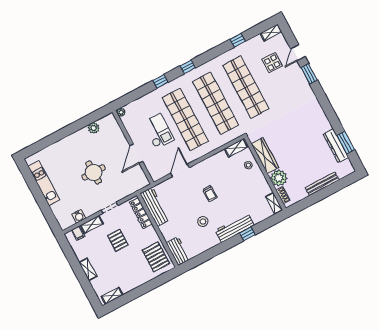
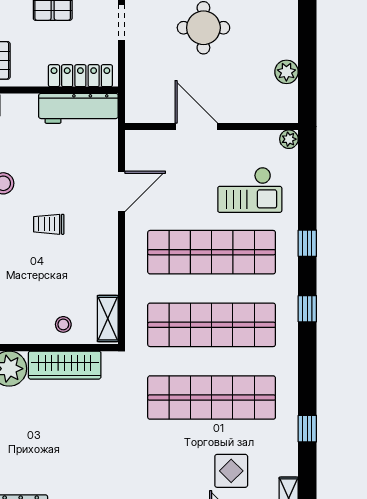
checkout: (158, 131) -> (250, 190), moved
door: (180, 170) -> (122, 191), hinge flipped

